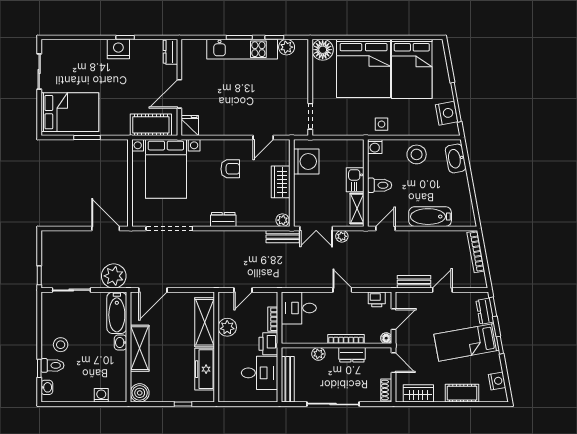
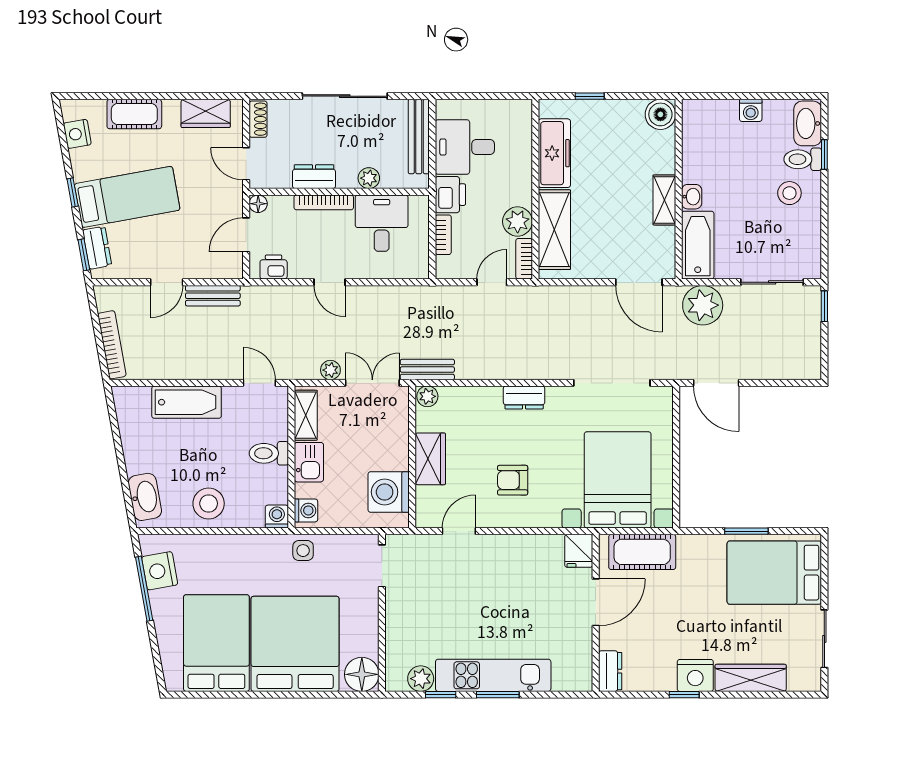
wardrobe: (84, 48) -> (751, 678), added
side table: (382, 124) -> (303, 551), moved
washing machine: (357, 150) -> (306, 510), added
door: (385, 228) -> (259, 383), swing flipped
door: (153, 290) -> (639, 282), swing flipped
bookcase: (223, 304) -> (524, 259), added
desk: (299, 308) -> (382, 223), moved, turned -90
shelving: (140, 348) -> (664, 200), width x0.67, depth x0.75
washbasin: (47, 387) -> (808, 123), width x1.91, depth x1.45
washing machine: (101, 395) -> (751, 110), moved

